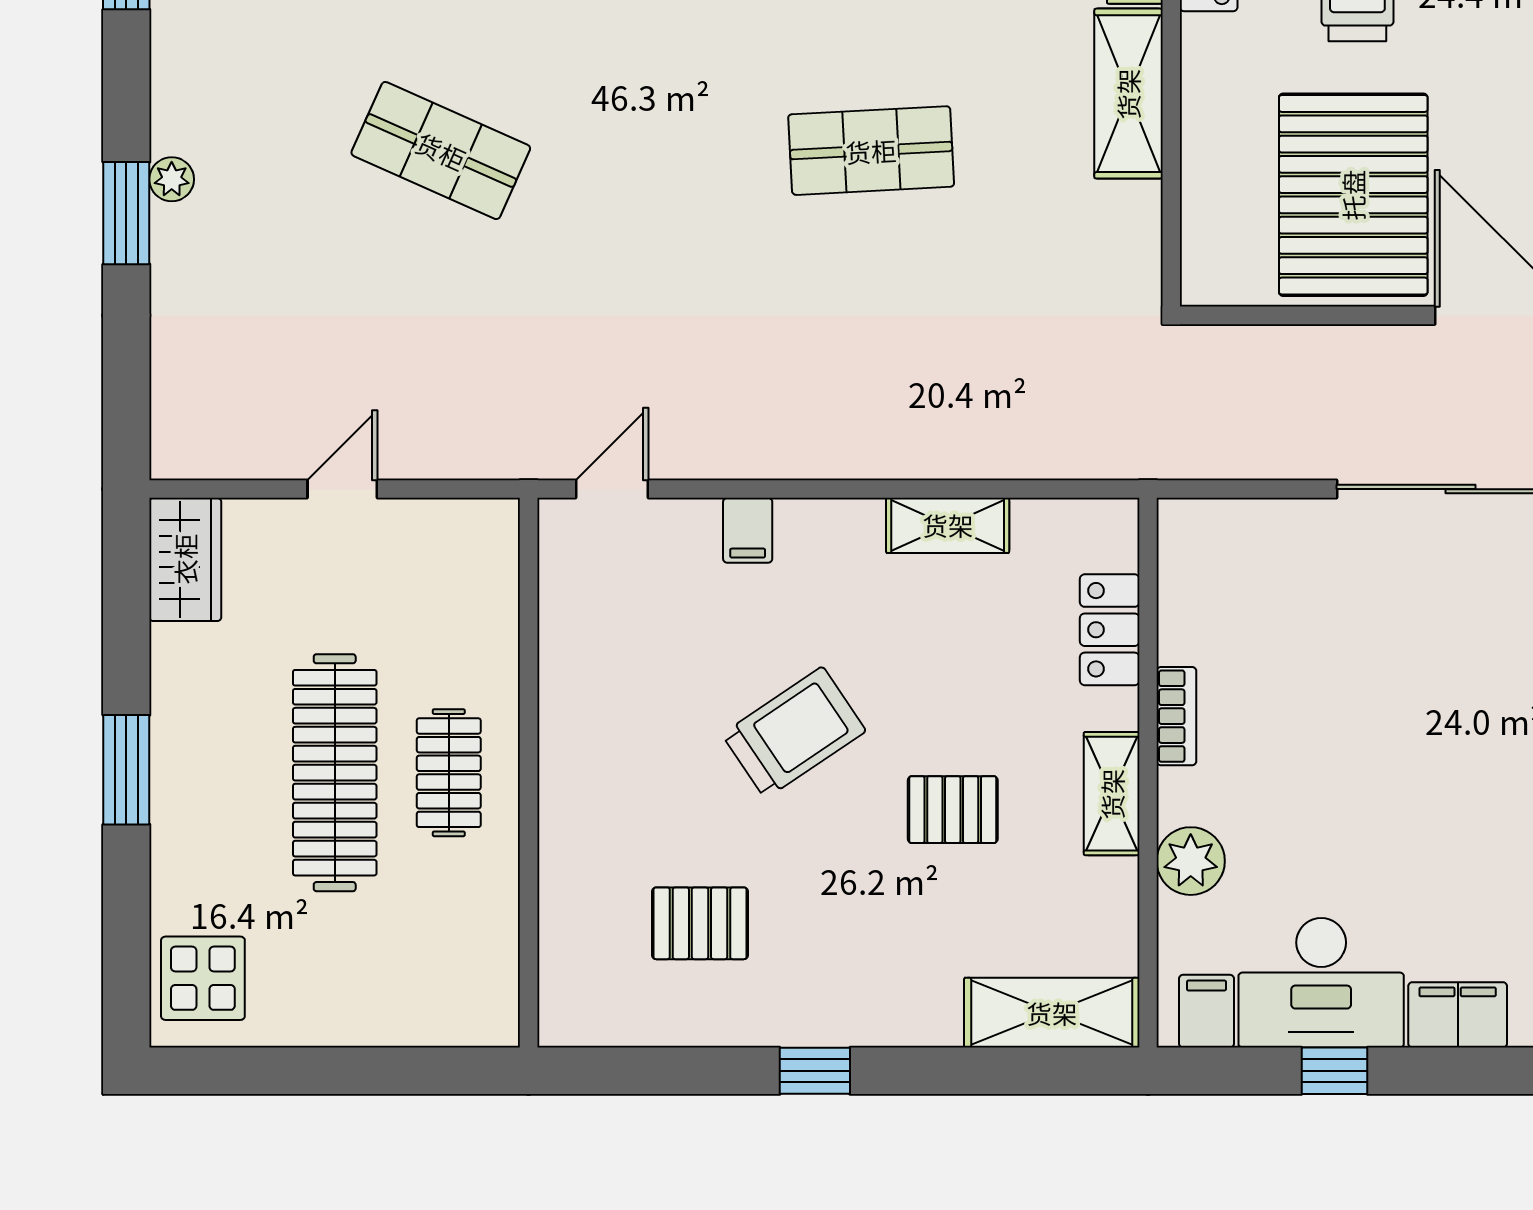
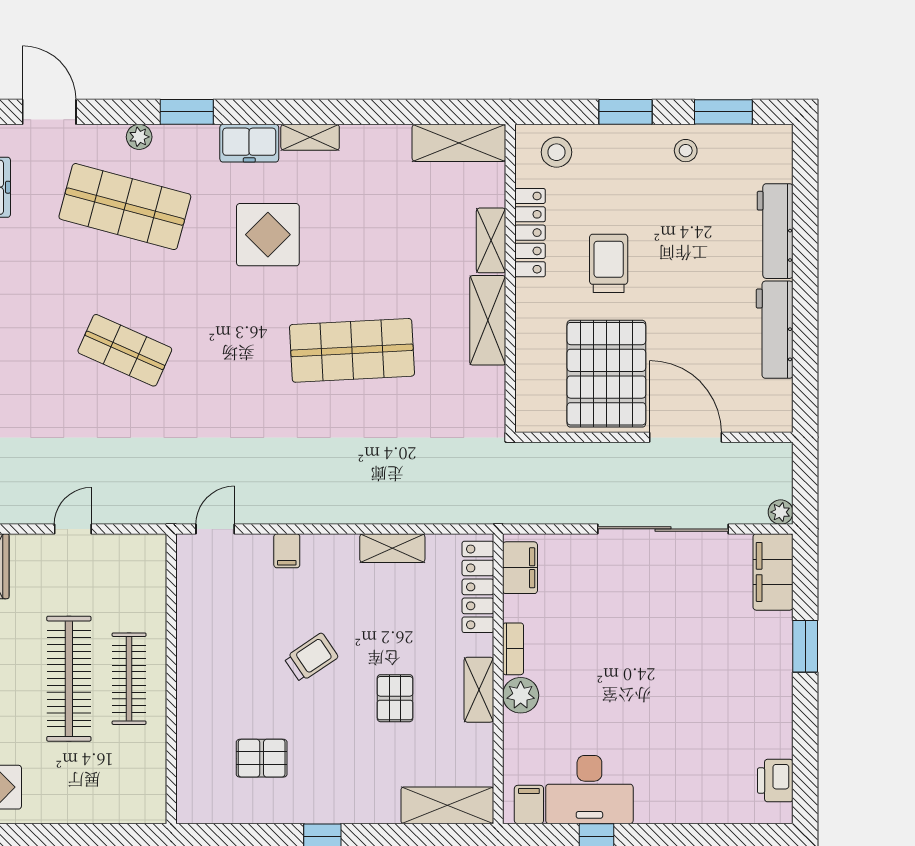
shop shelf: (871, 151) -> (352, 350), width x1.43, depth x1.36
locker: (1110, 630) -> (478, 587), width x1.53
trolley: (794, 733) -> (311, 658), width x0.73, depth x0.72
clothes rail: (449, 773) -> (129, 679), width x1.36
pallet: (953, 810) -> (395, 698), turned 90
plant: (1191, 861) -> (521, 695), moved
filing cabinet: (1458, 1015) -> (520, 568), moved, turned 90

